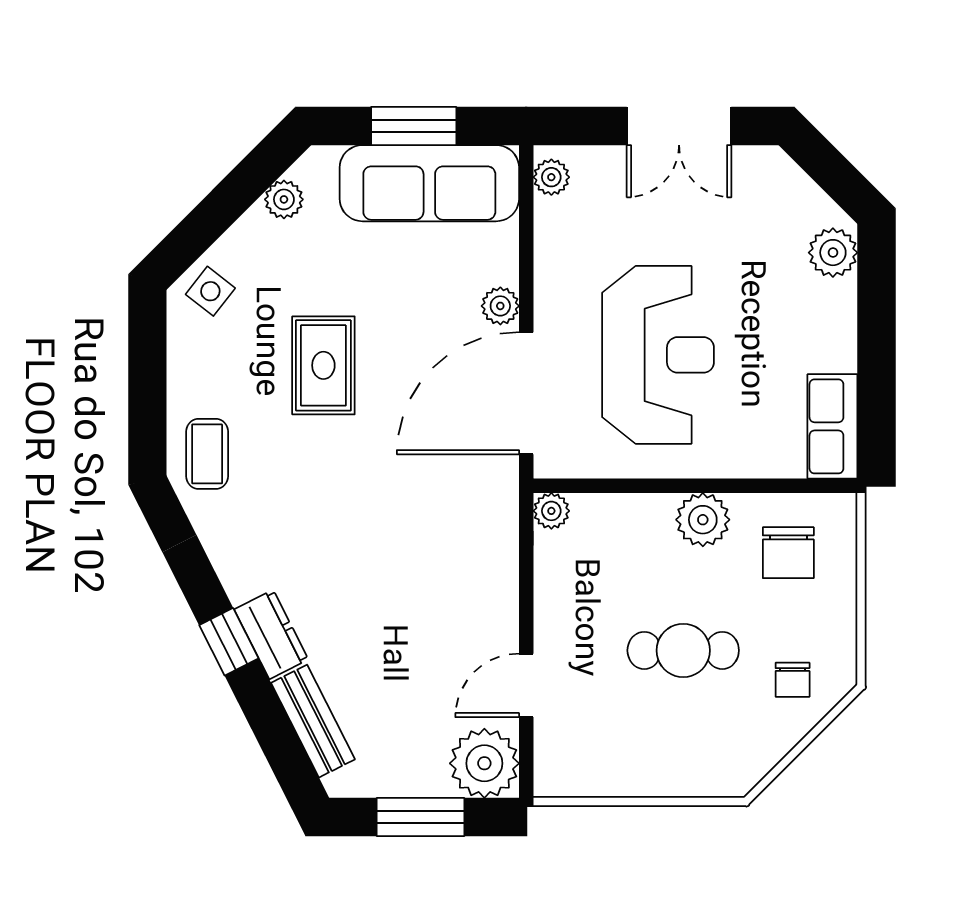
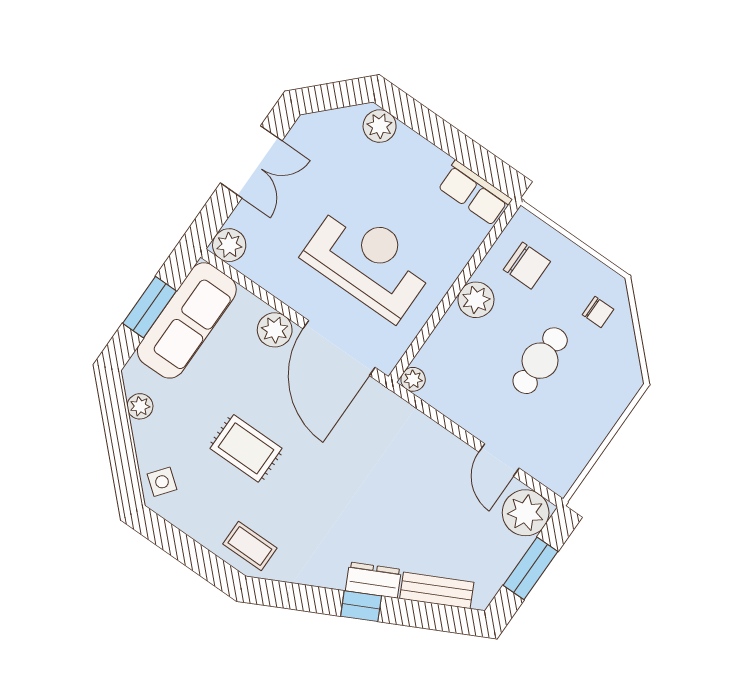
plant: (551, 177) -> (229, 245), width x1.38, depth x1.38
plant: (500, 306) -> (275, 330), width x1.38, depth x1.38

